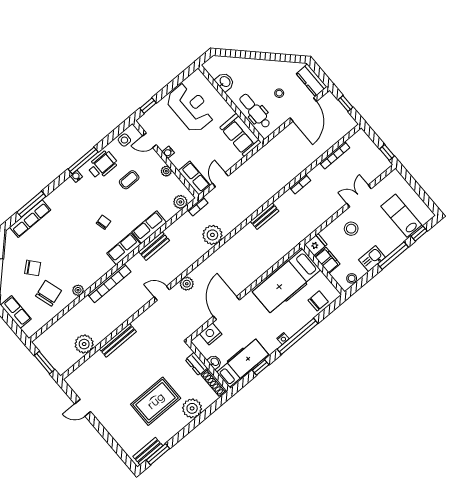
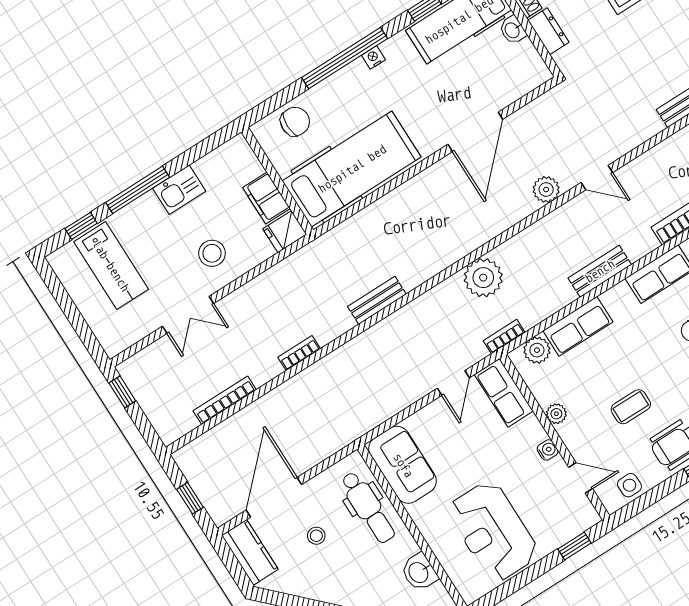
row of seats: (149, 227) -> (578, 326), moved
stool: (352, 278) -> (224, 157), removed
chair: (318, 301) -> (295, 122), turned 180
nightstand: (211, 334) -> (513, 86), removed

